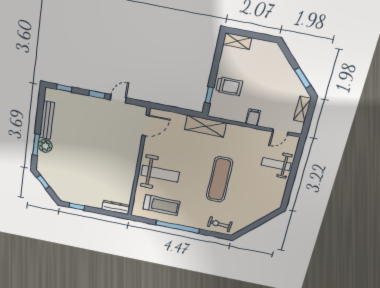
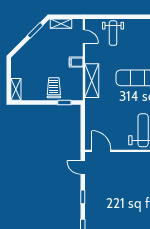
door: (118, 99) -> (83, 168), moved
shelving: (206, 126) -> (92, 81), moved

